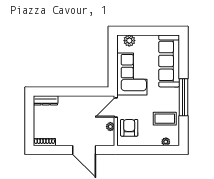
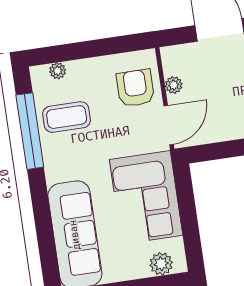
window: (184, 97) -> (30, 131), moved
armchair: (129, 128) -> (135, 88), turned 180

